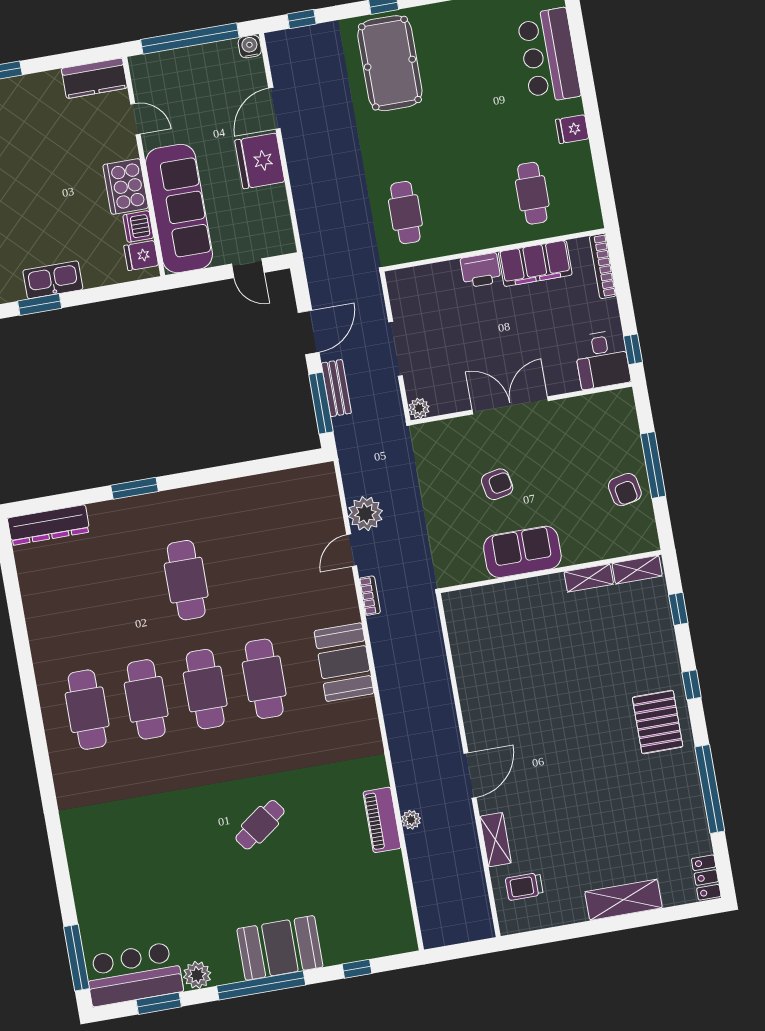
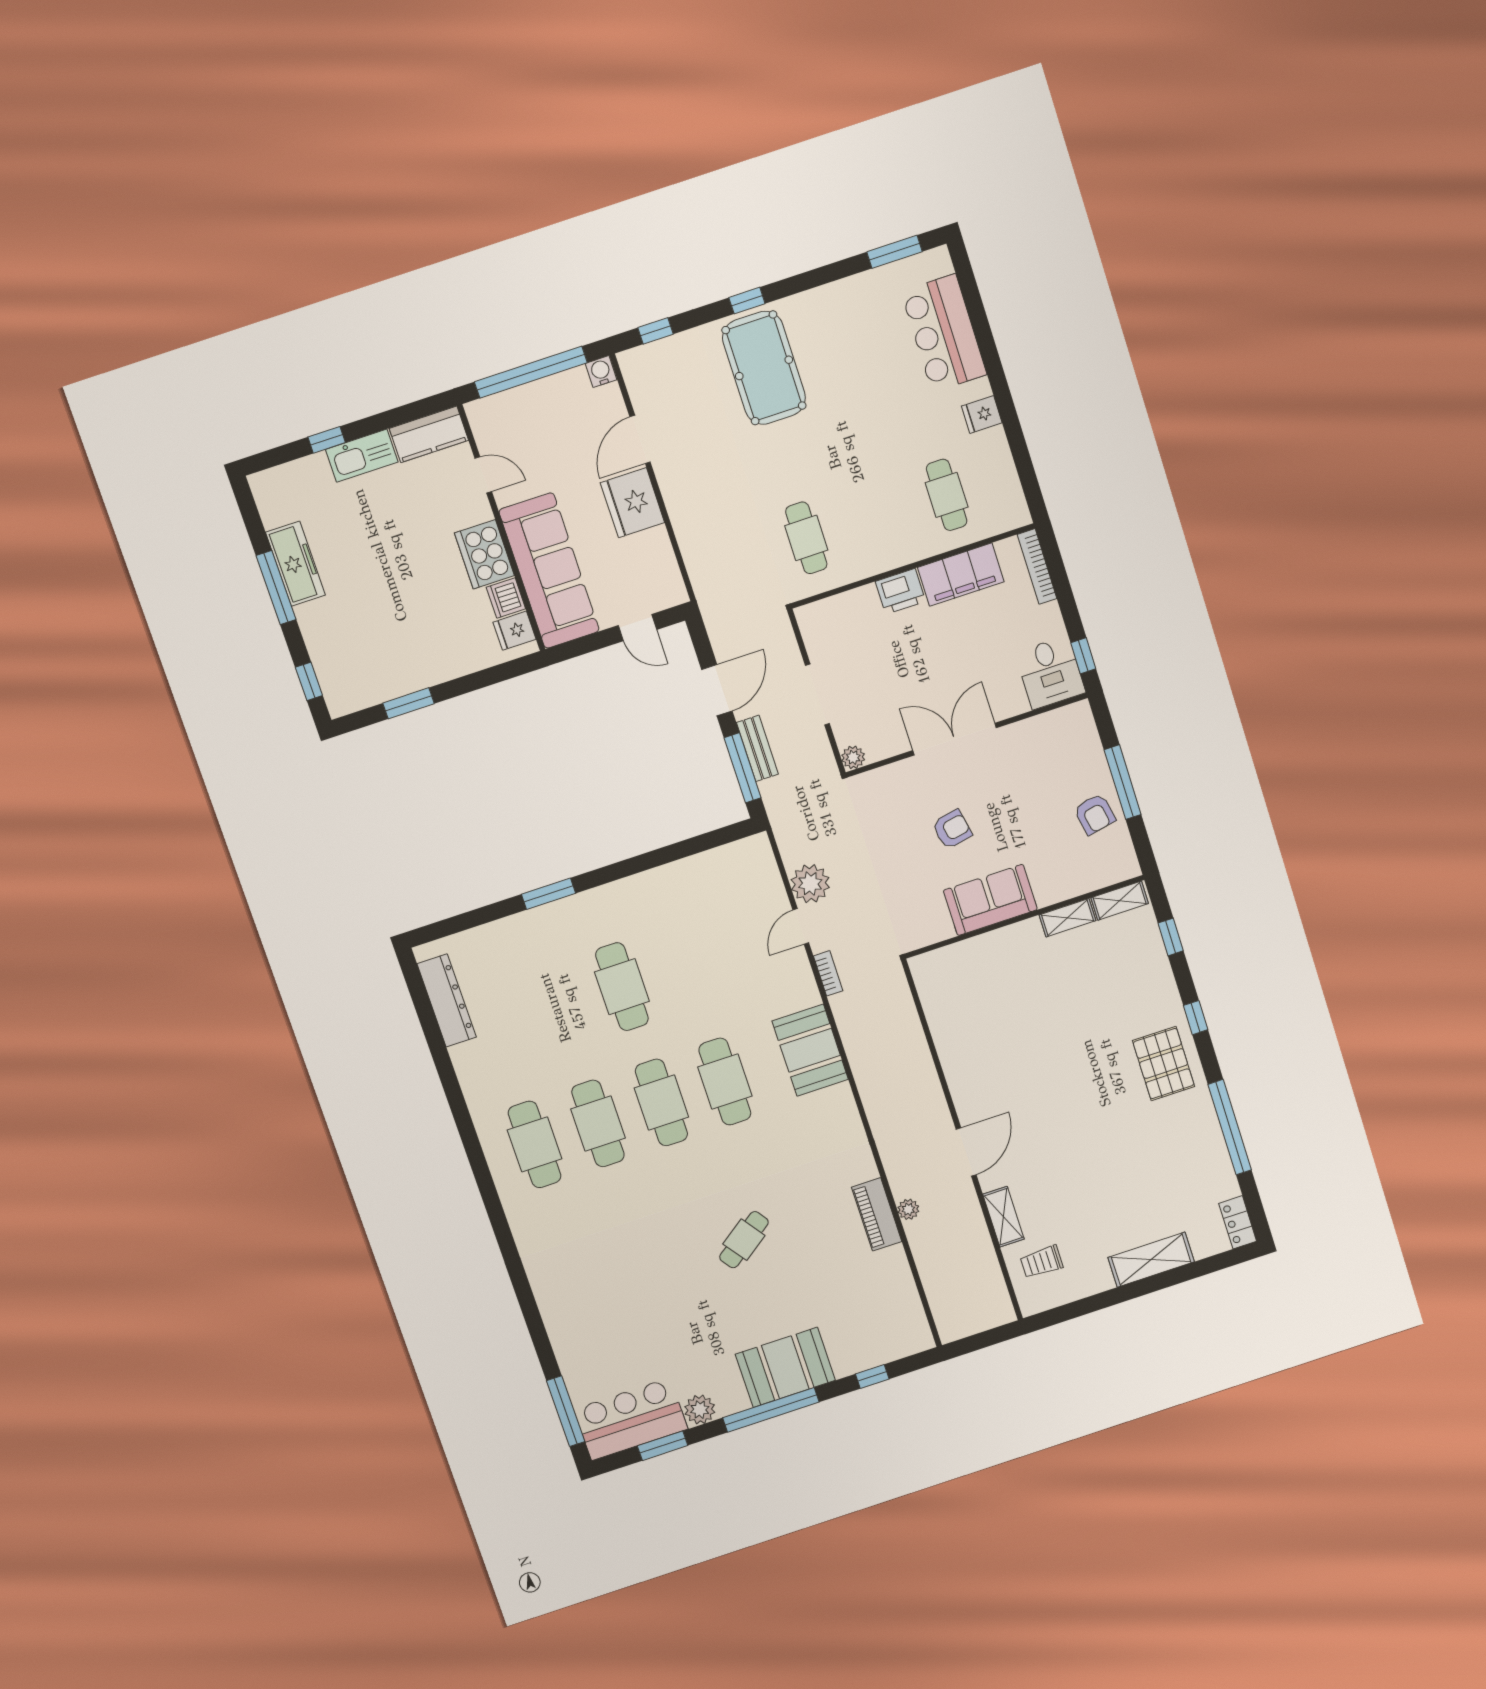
kitchen sink: (53, 280) -> (362, 456), moved, turned 180
dresser: (49, 525) -> (447, 1000), moved, turned -90

